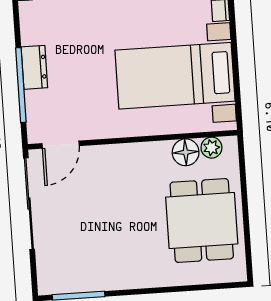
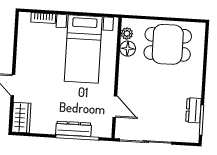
dresser: (34, 67) -> (74, 129), width x1.44
door: (61, 145) -> (115, 107), moved
dresser: (94, 280) -> (194, 110), added

